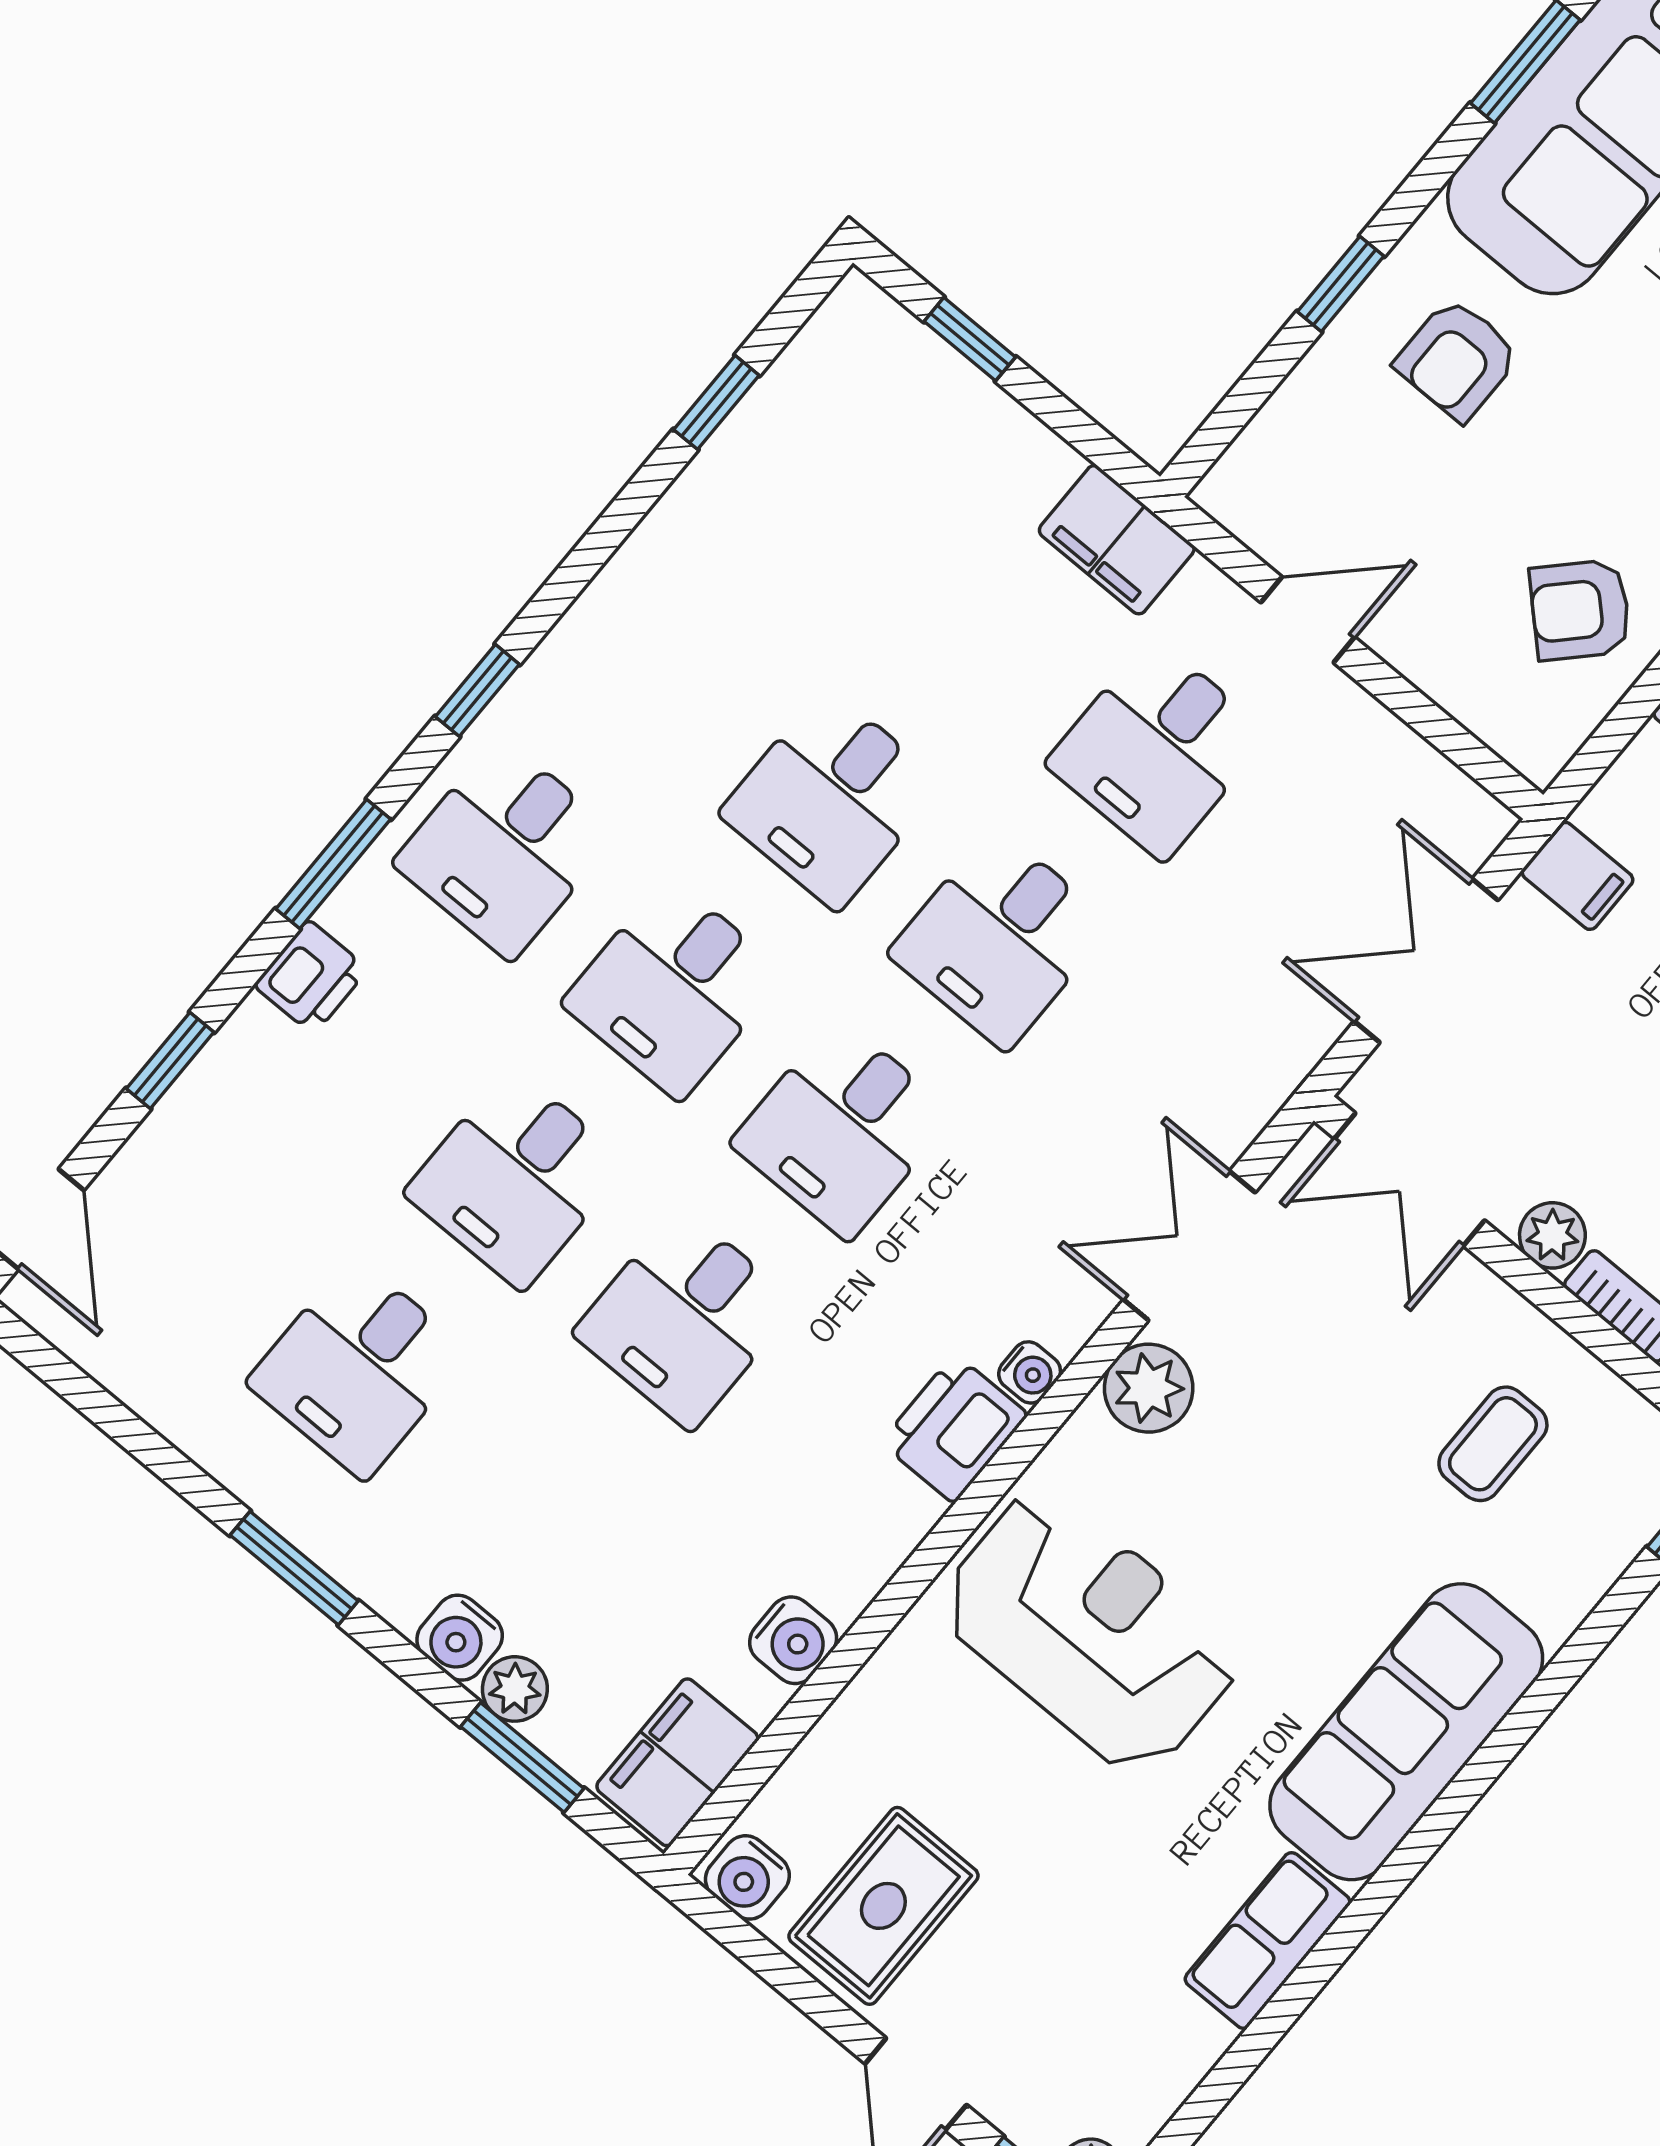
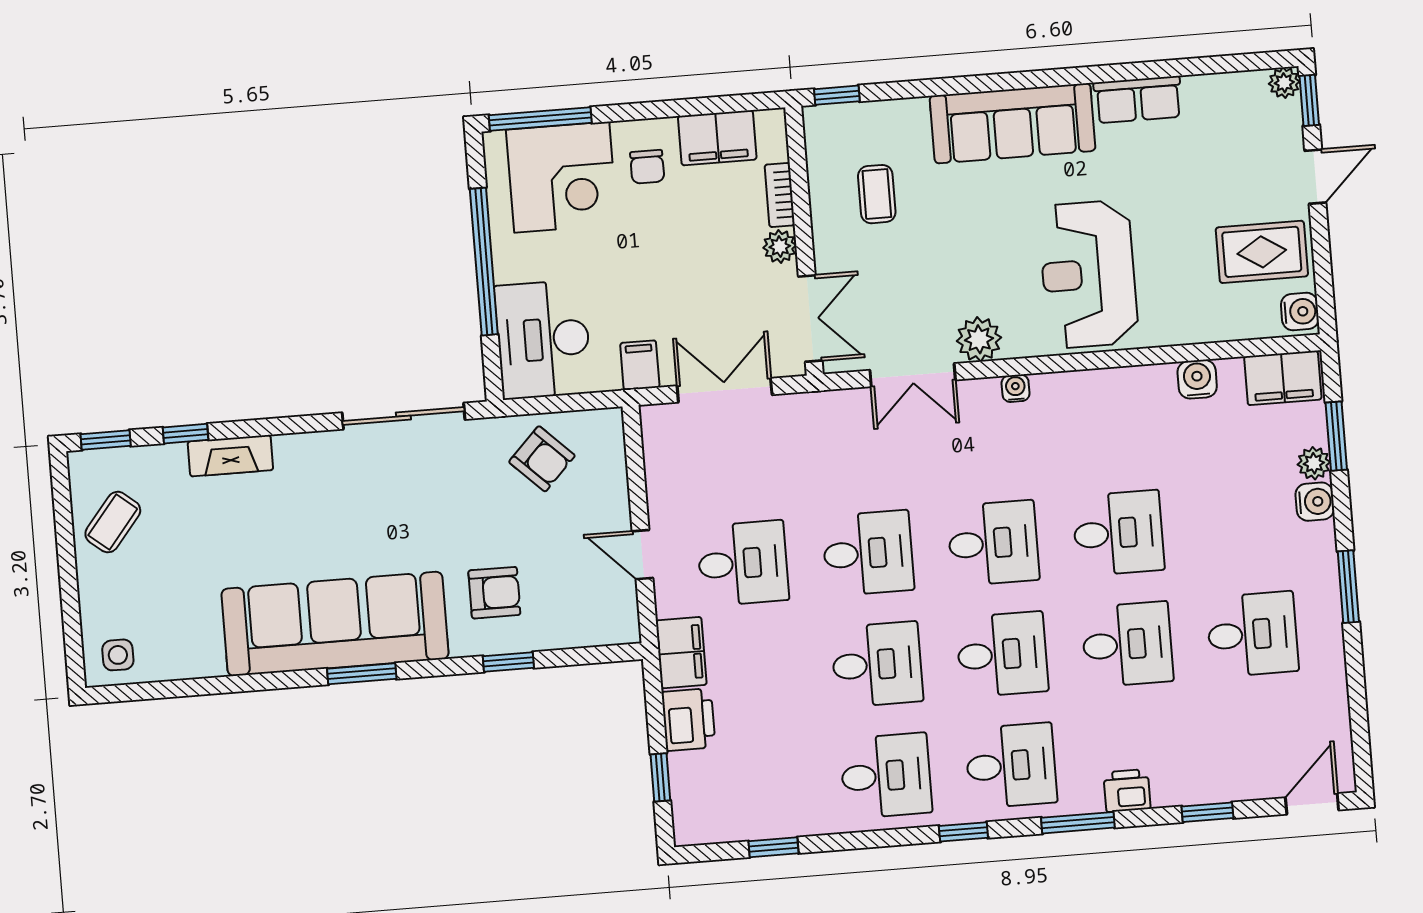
desk: (663, 659) -> (886, 776), added
double door: (1426, 961) -> (725, 390), swing flipped
printer: (954, 1429) -> (688, 720), moved, turned -90
coffee table: (1493, 1444) -> (877, 194), turned 90

